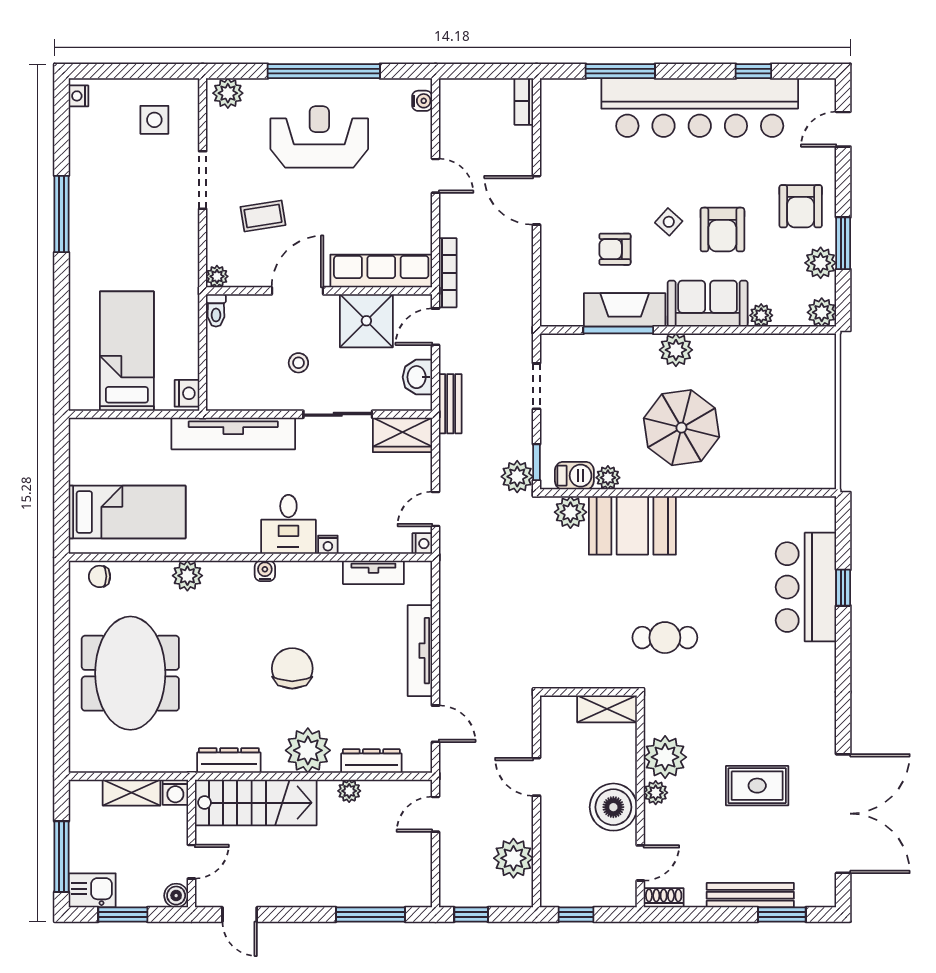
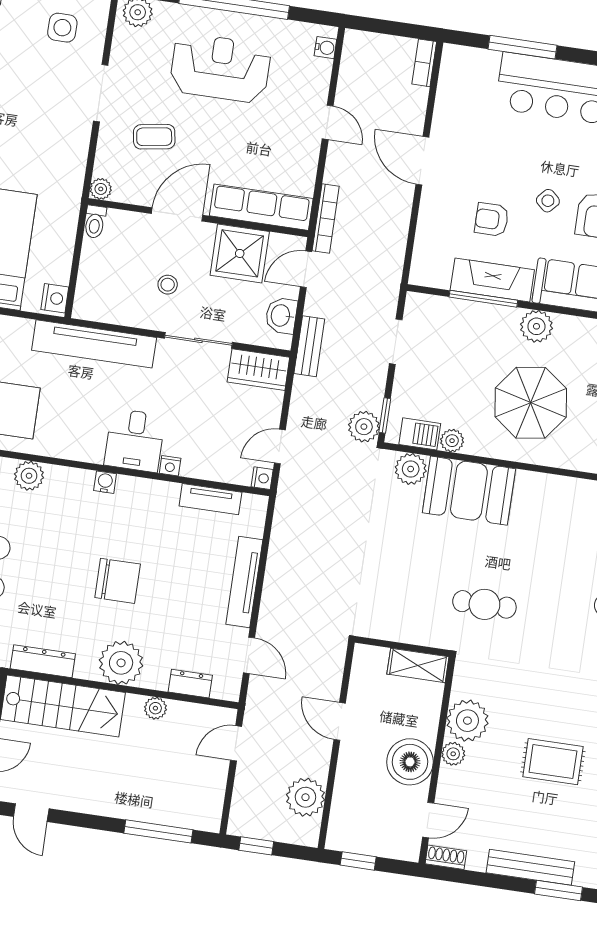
chair: (292, 668) -> (118, 581), turned 90
dresser: (371, 761) -> (190, 684), width x0.70

